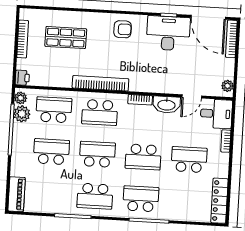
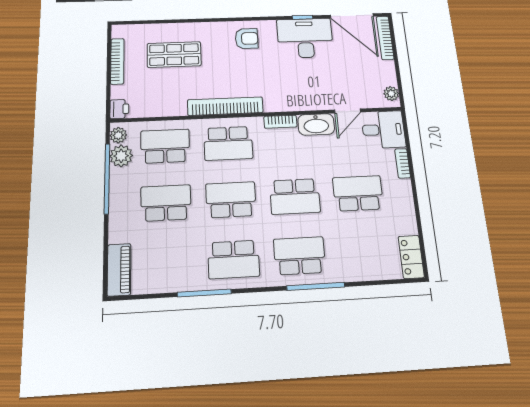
locker: (219, 201) -> (411, 257), width x0.66

